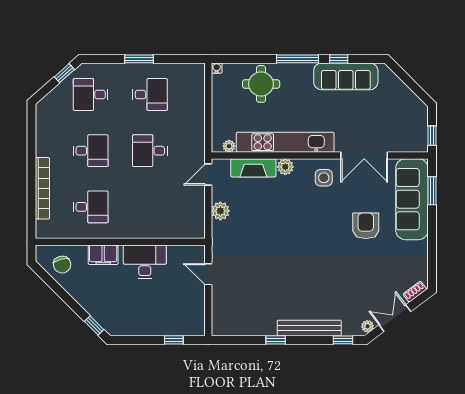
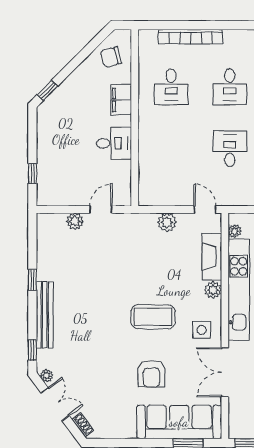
coffee table: (311, 224) -> (153, 317), added
armchair: (366, 226) -> (151, 374), turned 90
desk: (145, 262) -> (114, 143), width x0.73
plant: (220, 299) -> (75, 221), added

